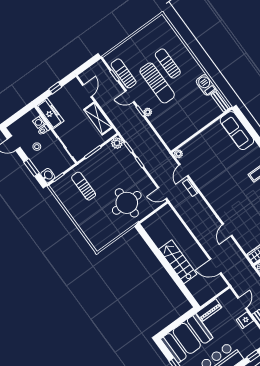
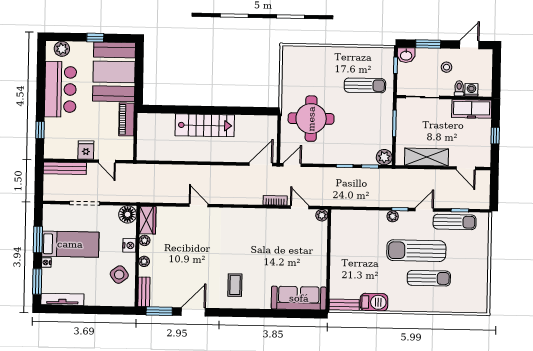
door: (215, 266) -> (261, 164), moved

